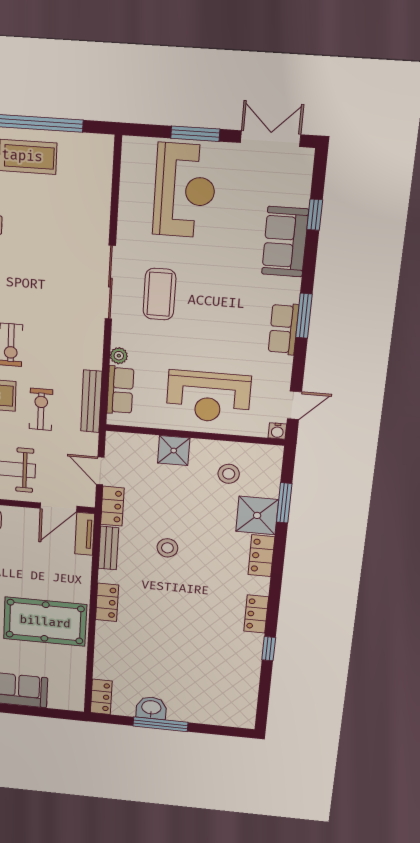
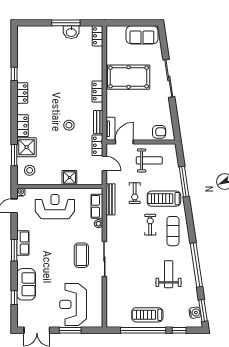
stool: (229, 474) -> (30, 170), moved

